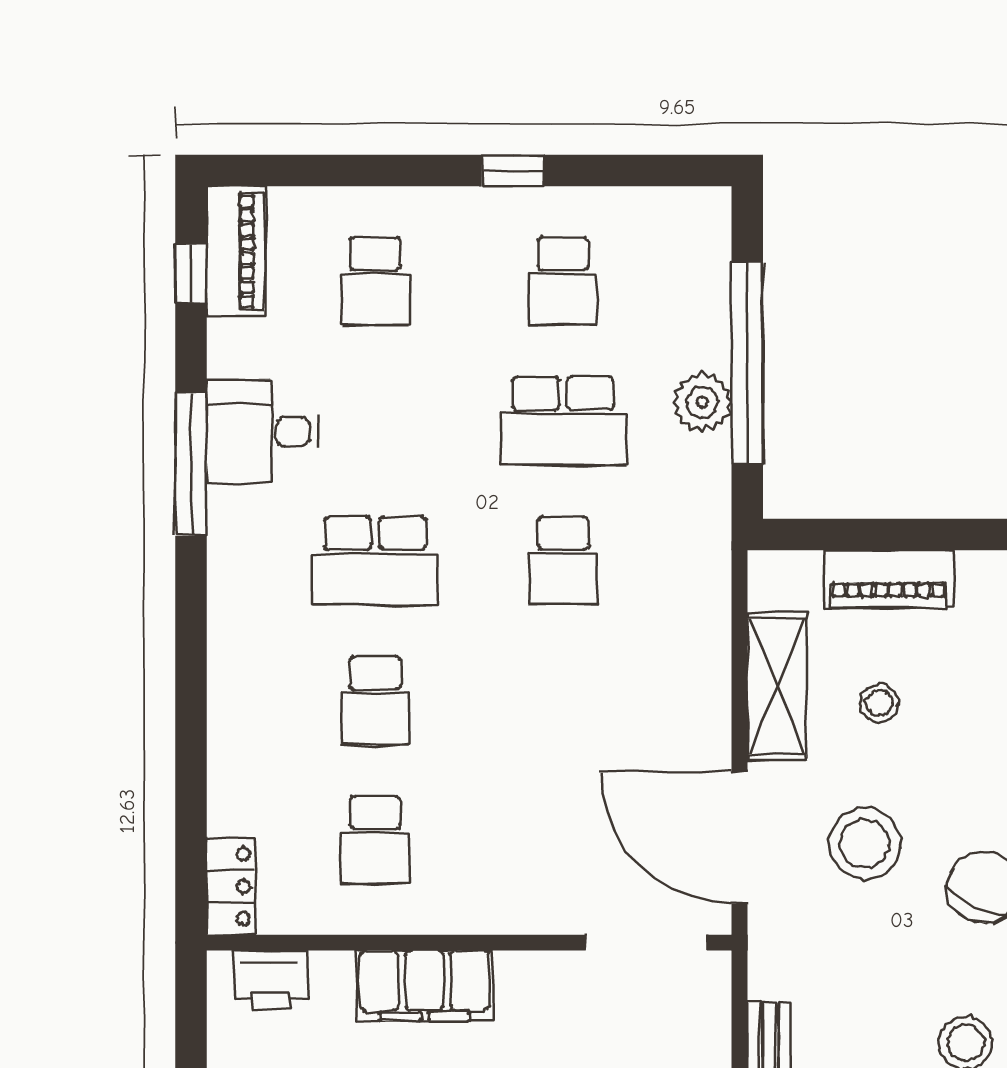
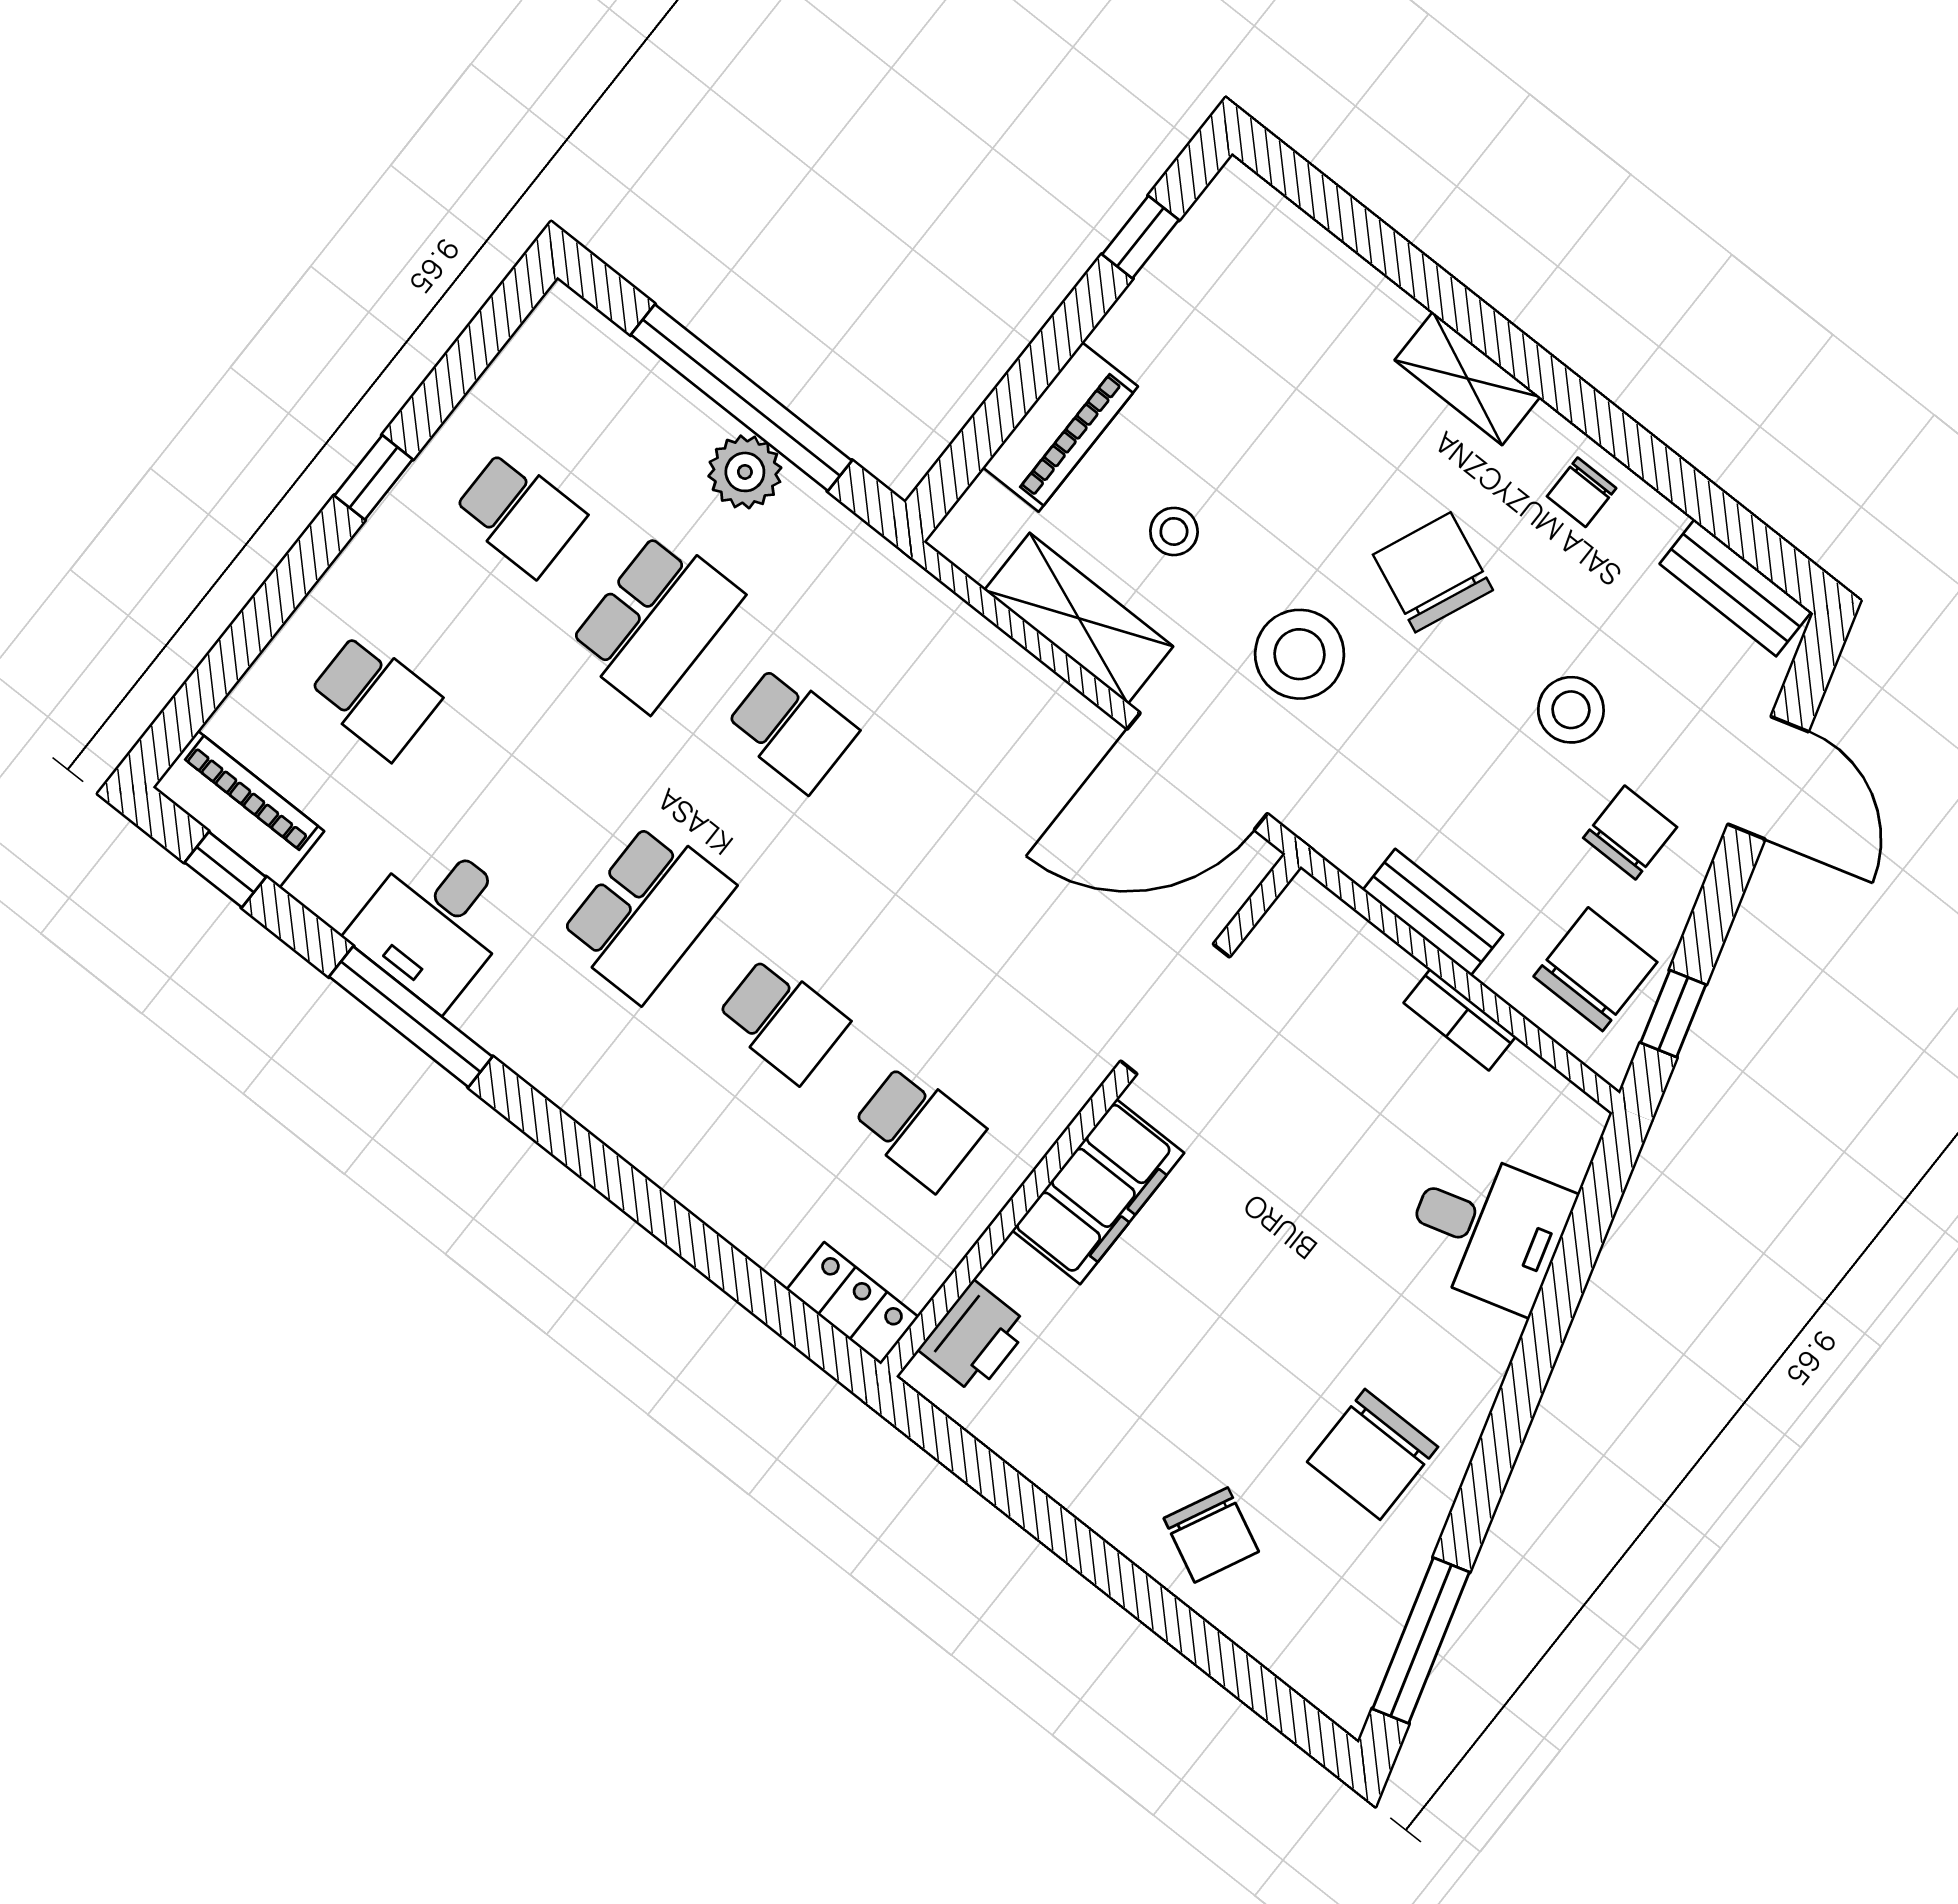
doorway: (646, 943) -> (1175, 1009), moved

